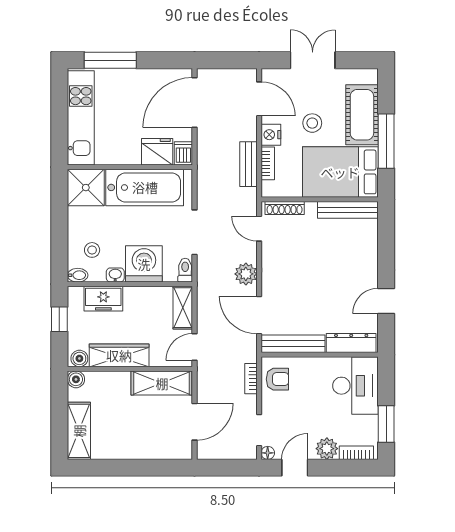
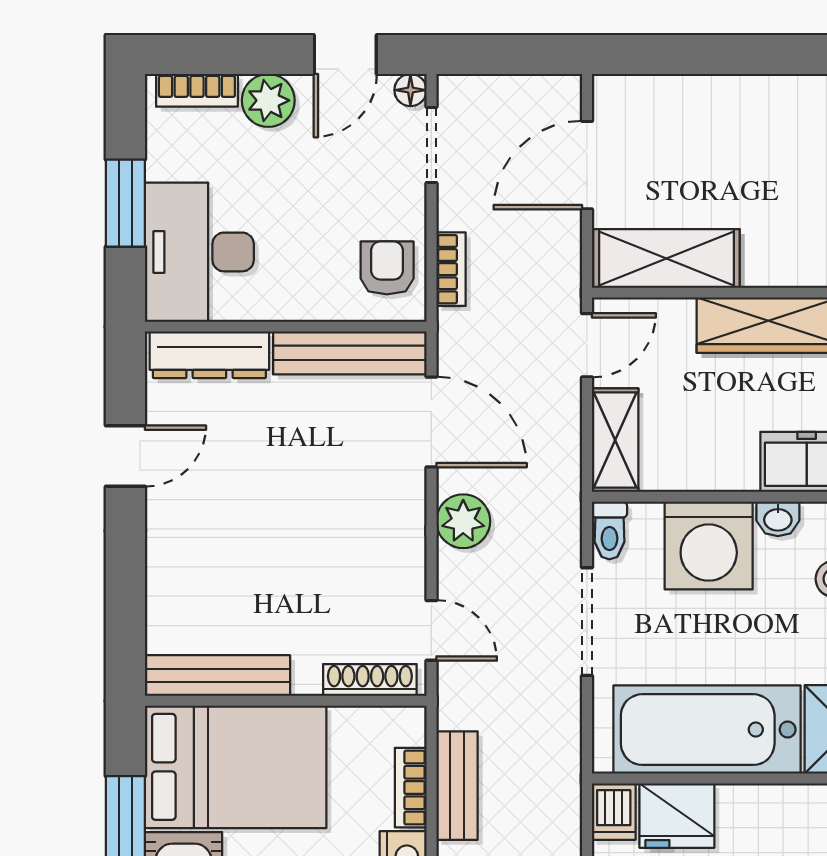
armchair: (277, 379) -> (387, 268), turned 90
window: (386, 424) -> (125, 203), moved

